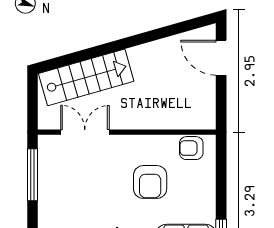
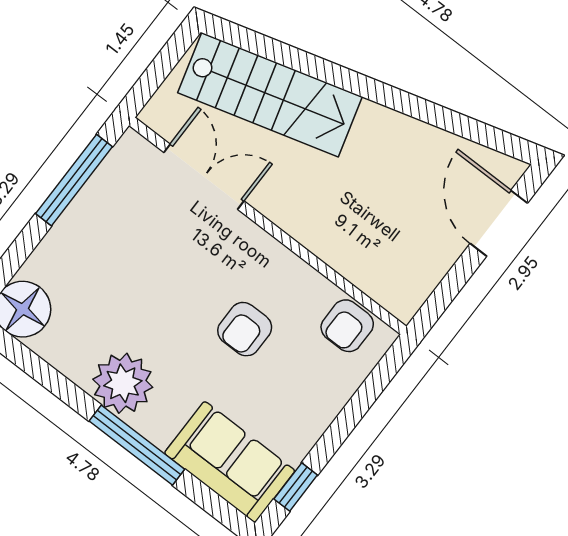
armchair: (191, 148) -> (347, 326), turned -90
armchair: (150, 182) -> (245, 329), width x0.72, depth x0.72

